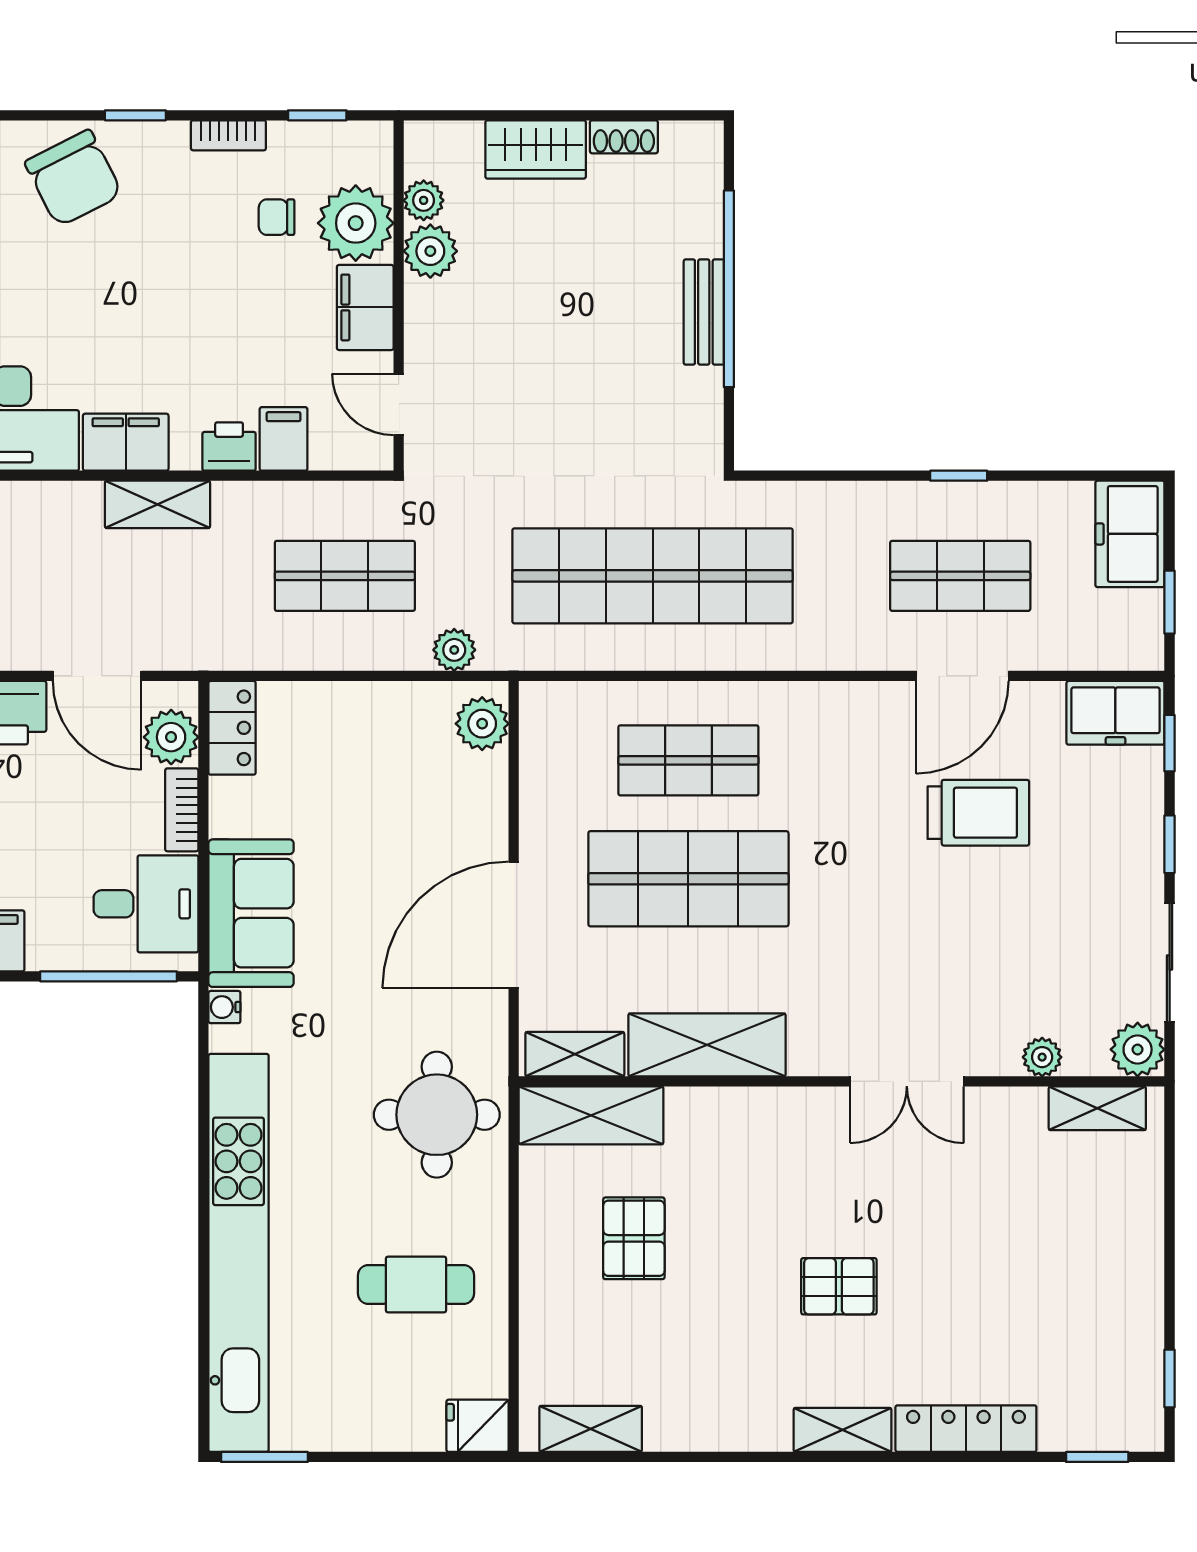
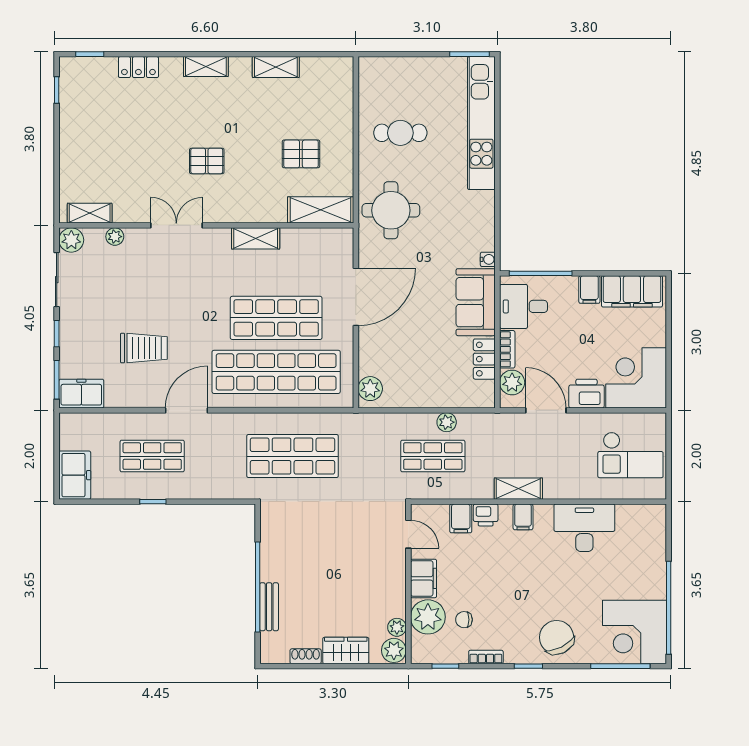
chair: (277, 217) -> (464, 620), turned 180
plant: (430, 251) -> (394, 650), moved
bench: (704, 312) -> (269, 607), moved
filing cabinet: (126, 442) -> (523, 517), width x0.50
shop shelf: (653, 576) -> (292, 456), width x0.71
window: (1170, 602) -> (57, 444), removed
plant: (454, 650) -> (447, 422), moved
door: (962, 676) -> (186, 410), moved
locker: (232, 728) -> (484, 359), moved
window: (1170, 743) -> (57, 380), width x1.50
shop shelf: (688, 760) -> (276, 372), width x2.00, depth x1.36
trolley: (978, 813) -> (144, 348), turned 180
shelving: (707, 1045) -> (256, 238), width x0.67, depth x0.75
shelving: (575, 1054) -> (328, 238), removed
pallet: (634, 1238) -> (301, 154), turned 90
kitchen unit: (239, 1253) -> (481, 123), width x0.73
pallet: (839, 1286) -> (207, 161), moved
fridge: (478, 1426) -> (372, 68), removed
shelving: (591, 1429) -> (276, 67), moved
locker: (966, 1429) -> (138, 67), width x0.66

